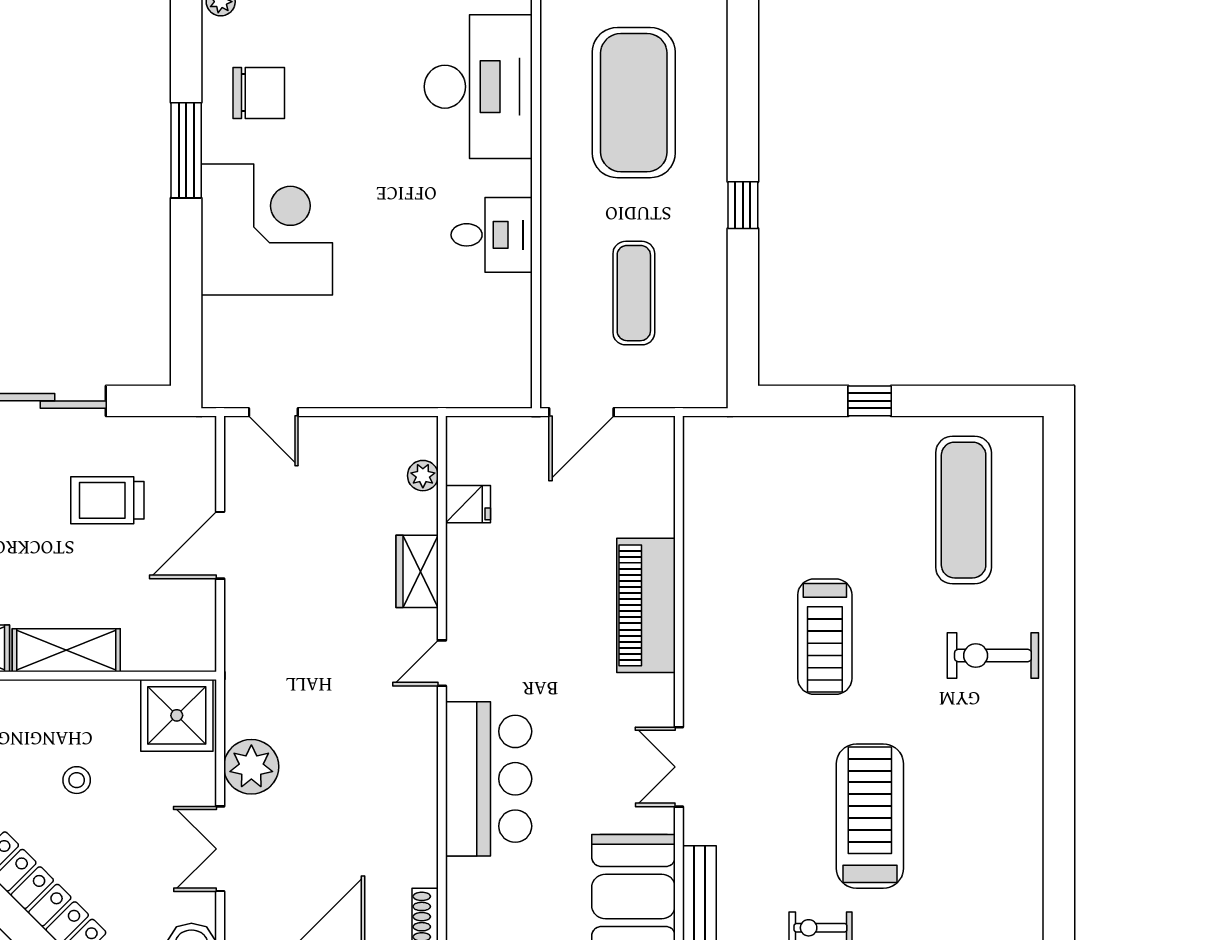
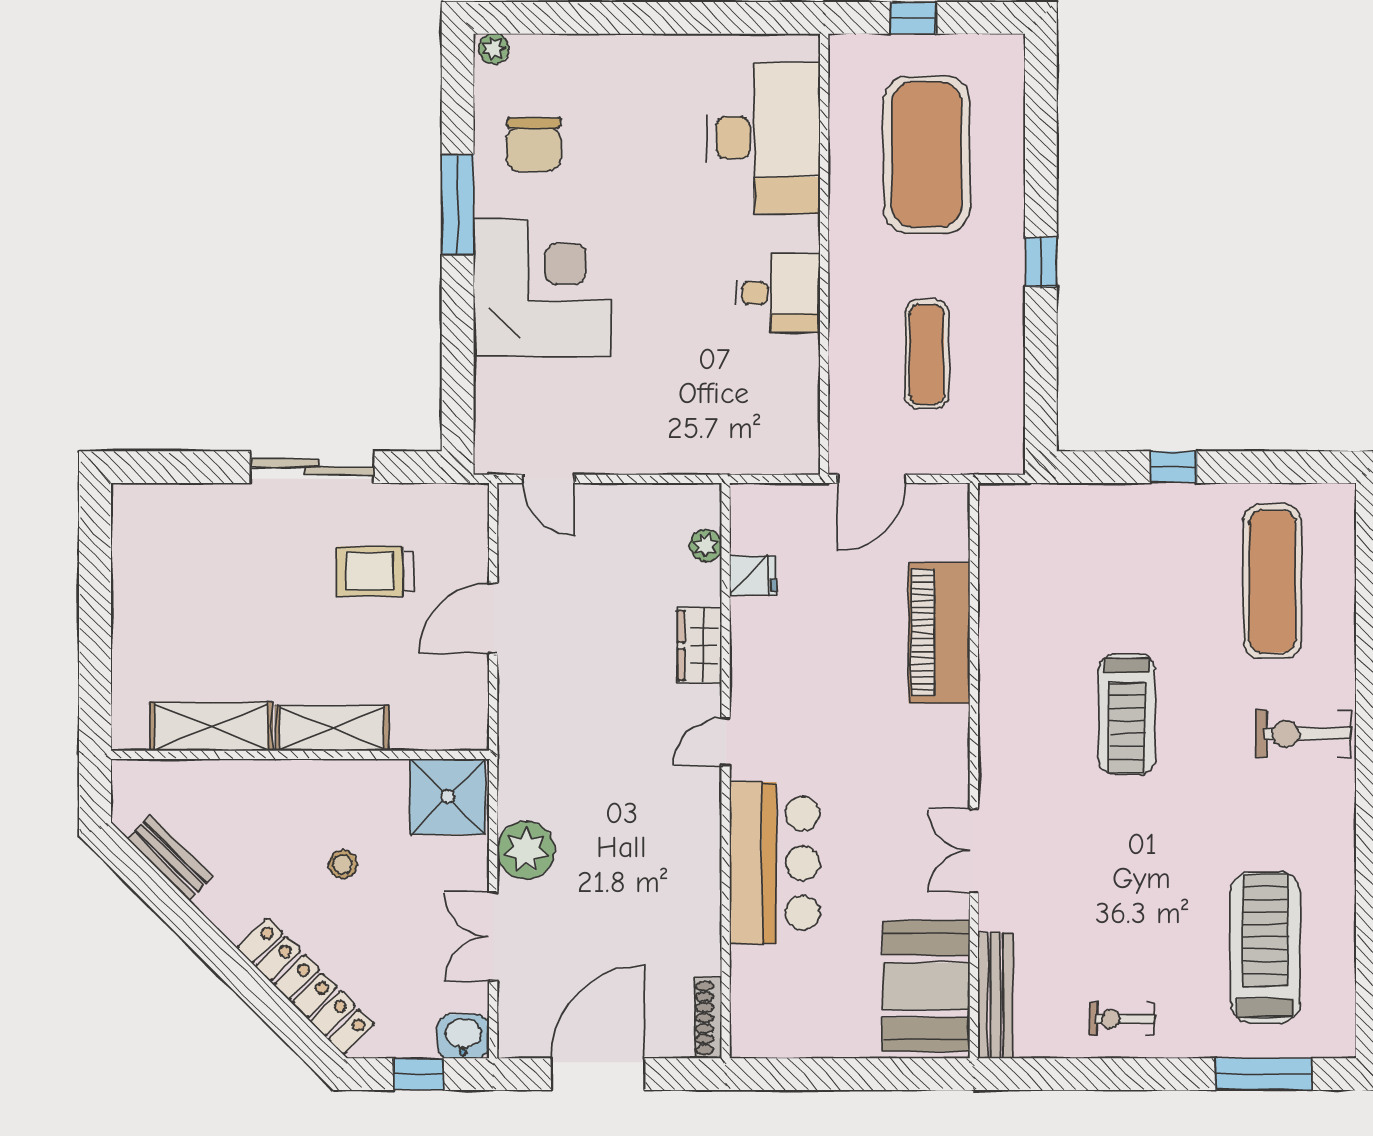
chair: (259, 93) -> (534, 144), turned 90
piano: (646, 605) -> (939, 633), moved
treadmill: (870, 816) -> (1265, 947), moved

